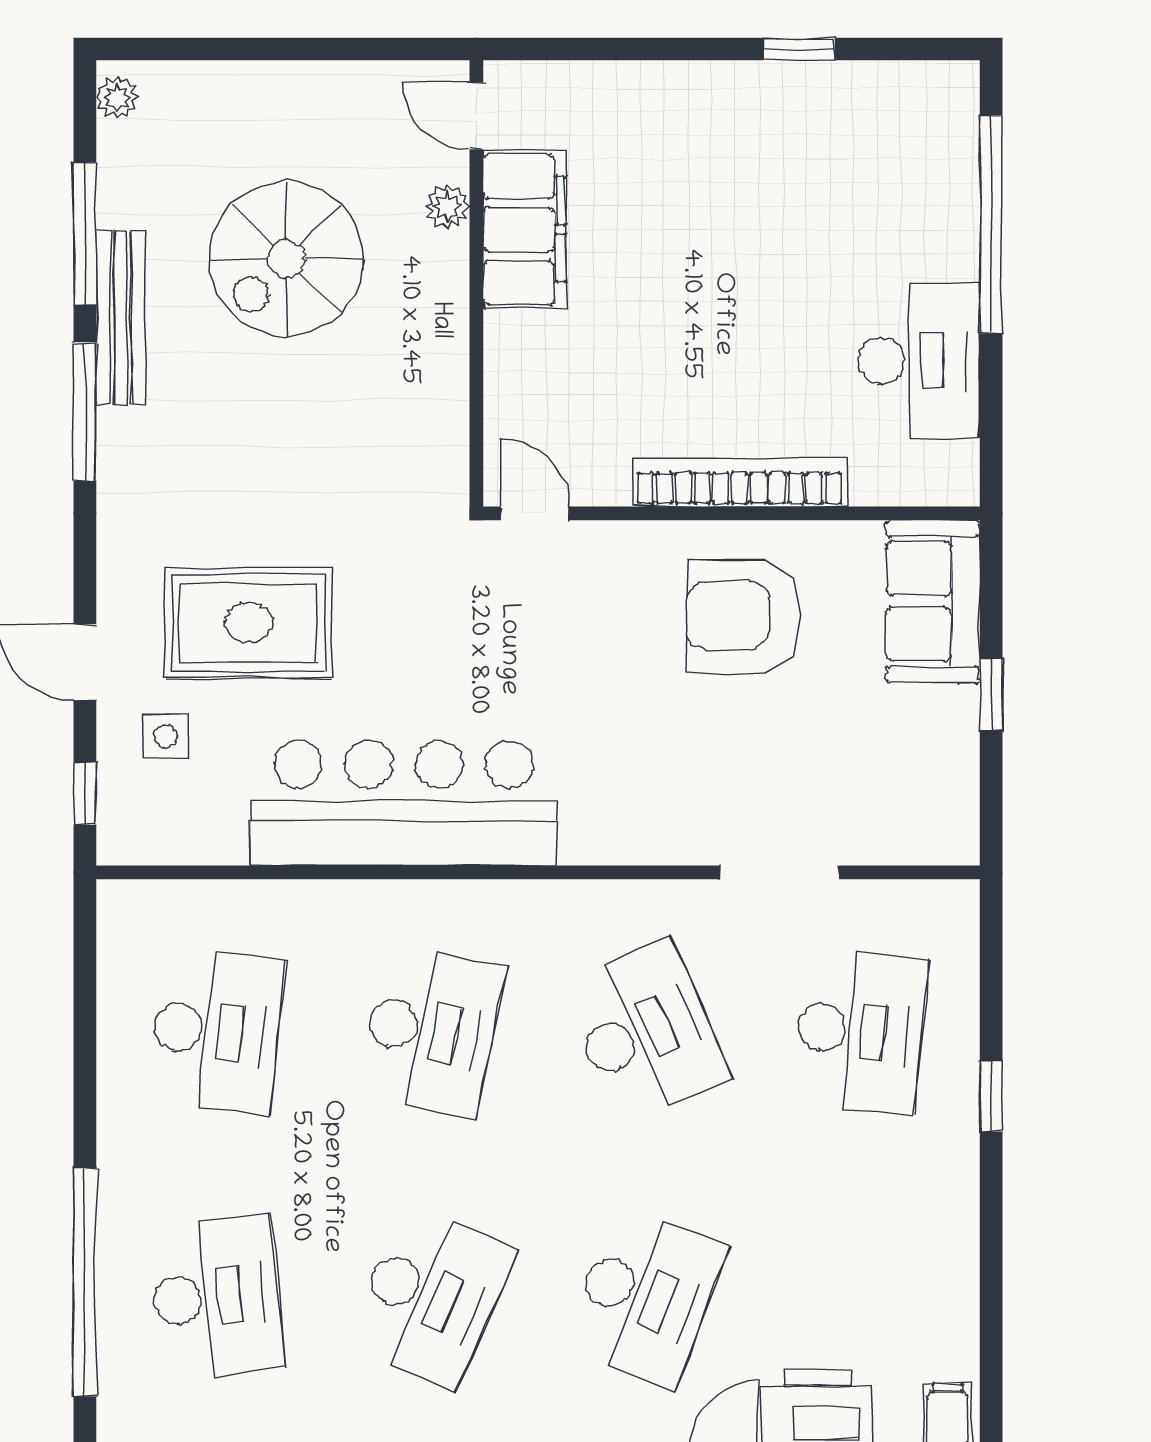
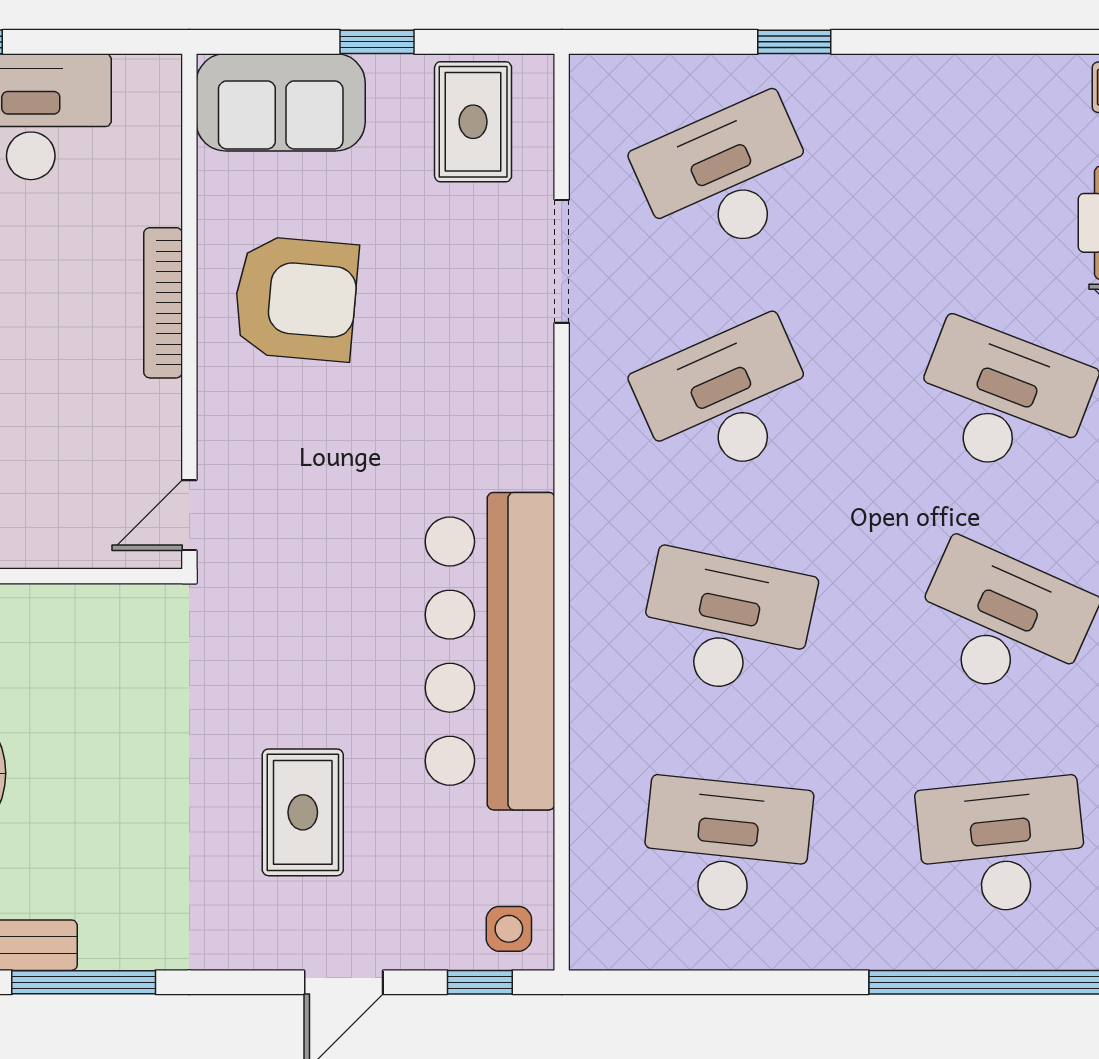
bookcase: (740, 482) -> (163, 303), width x0.68, depth x0.76
armchair: (744, 616) -> (296, 299), turned -85
rug: (249, 623) -> (303, 812), width x0.73, depth x0.70
side table: (166, 736) -> (509, 929), moved
rug: (914, 787) -> (473, 122), added
desk: (860, 1031) -> (727, 178), turned -30

